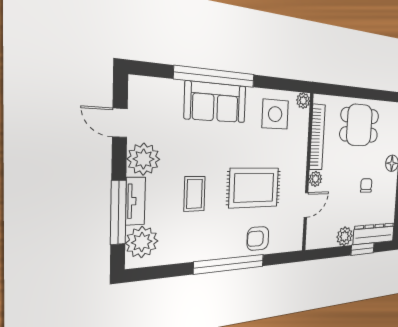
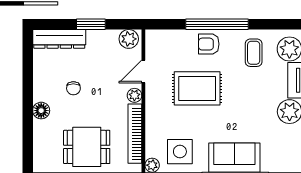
coffee table: (194, 194) -> (254, 53), moved
plant: (345, 236) -> (129, 39), moved
armchair: (258, 238) -> (209, 44), moved, turned 180
window: (363, 249) -> (91, 24), moved

